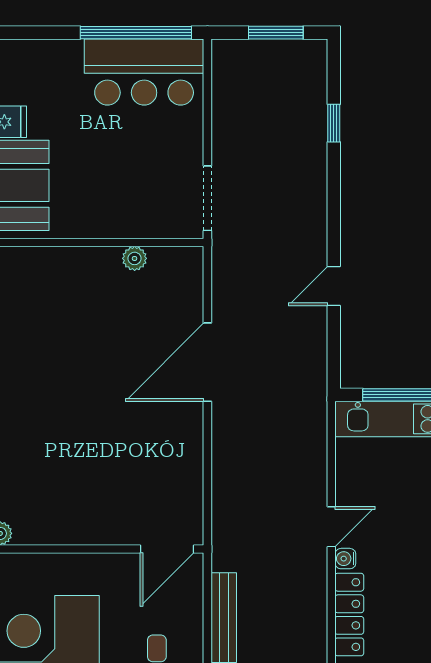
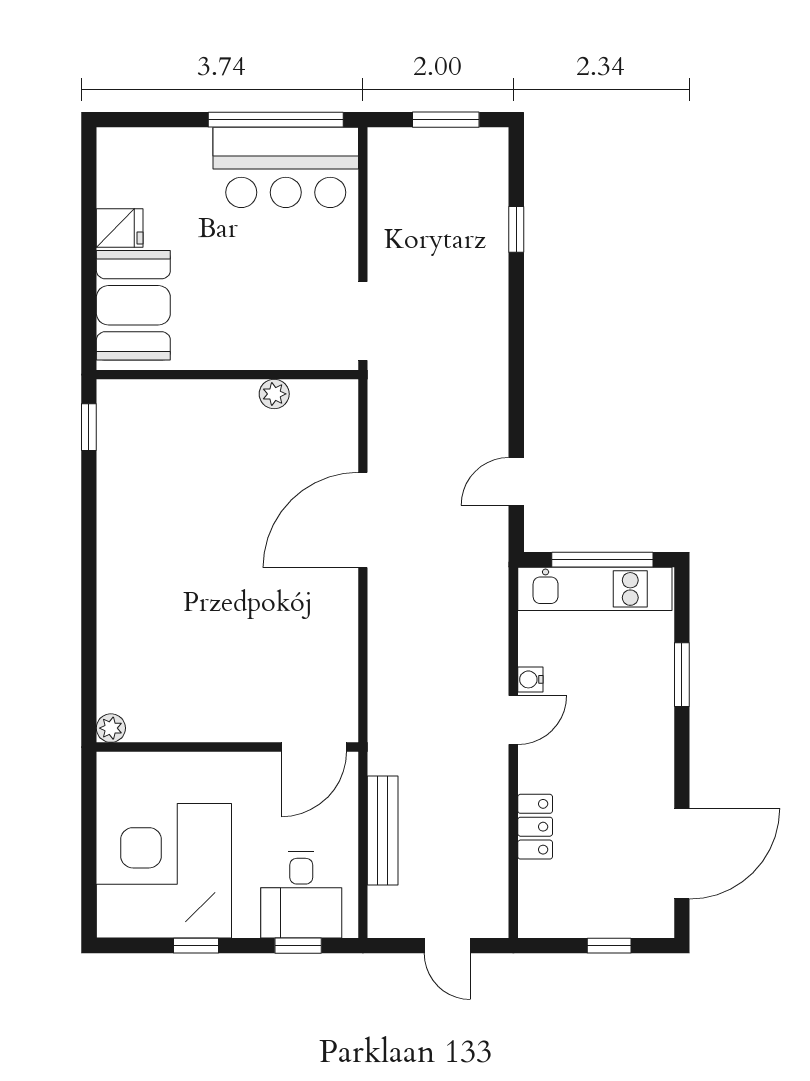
door: (334, 286) -> (516, 481), moved
water cooler: (345, 559) -> (530, 679), moved
locker: (349, 615) -> (535, 827), width x0.66

